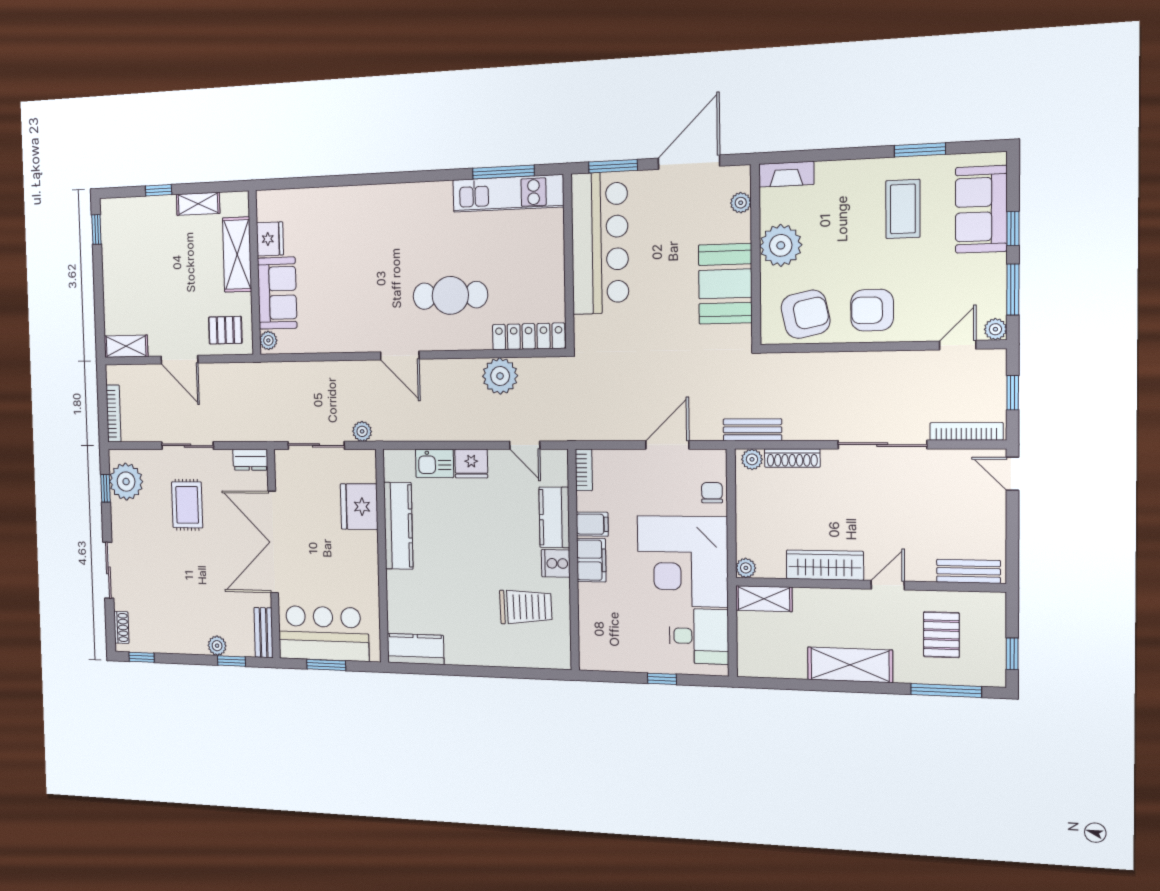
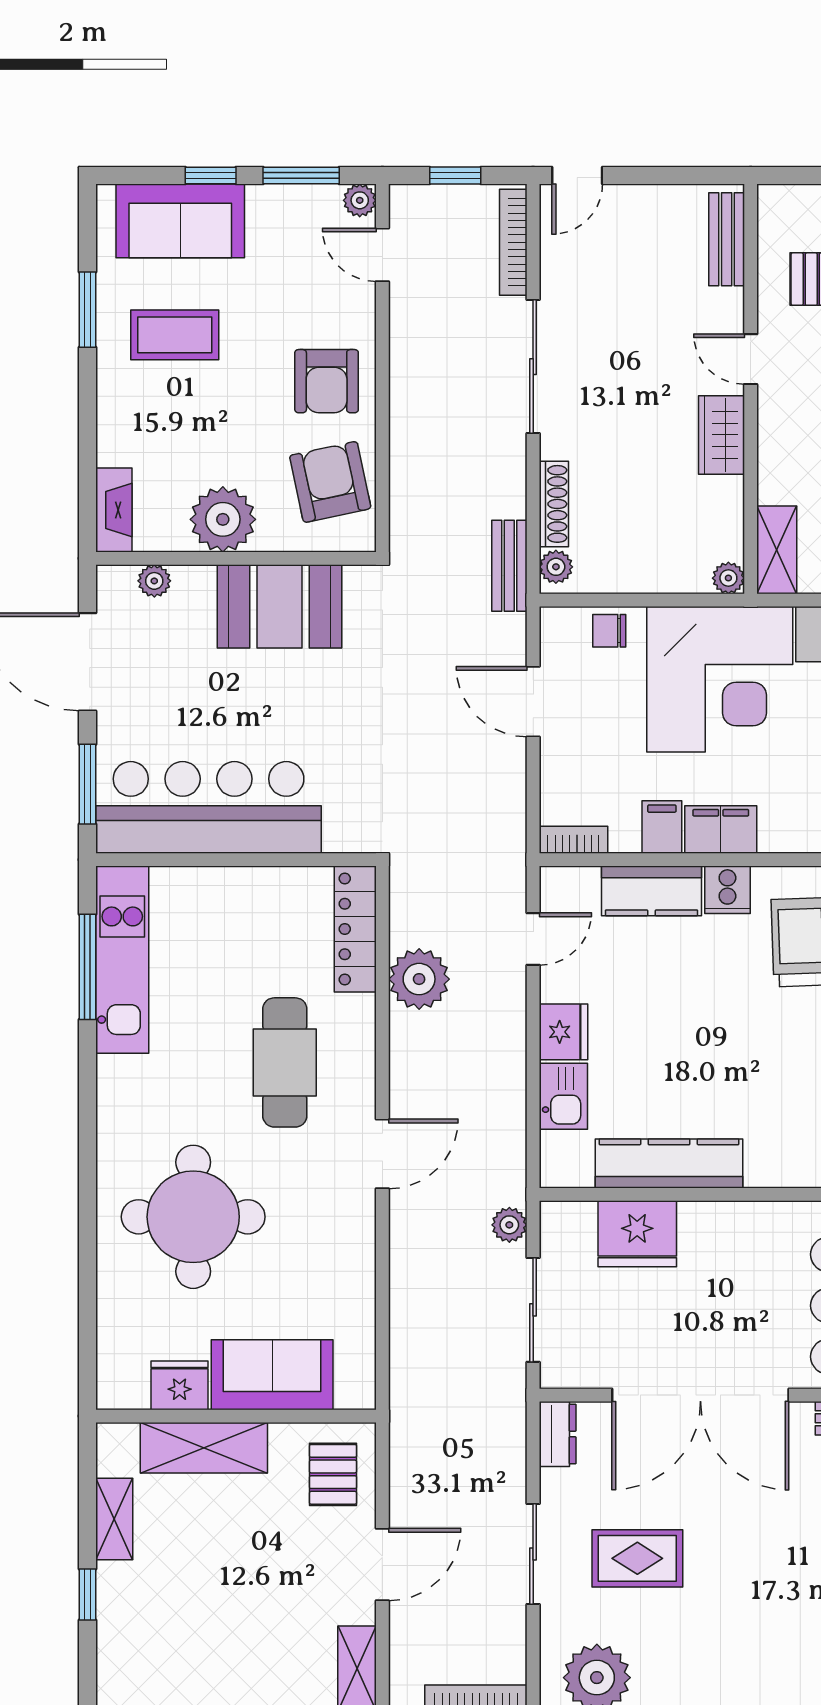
round table: (362, 243) -> (193, 1217), added
plant: (268, 340) -> (352, 1394), removed
wardrobe: (825, 565) -> (721, 435), width x0.67

